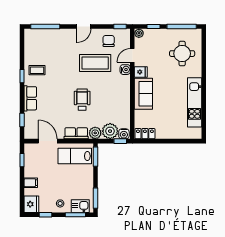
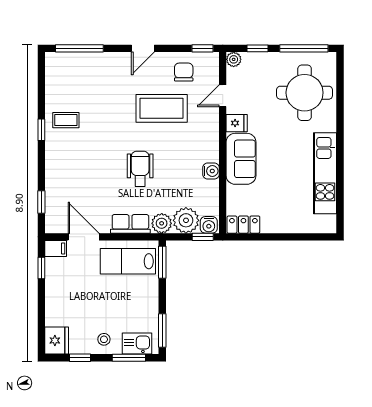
round table: (182, 54) -> (305, 93), width x1.36, depth x1.36
water cooler: (125, 70) -> (211, 171), moved
row of seats: (30, 98) -> (55, 166), removed
filing cabinet: (31, 183) -> (56, 248), moved

